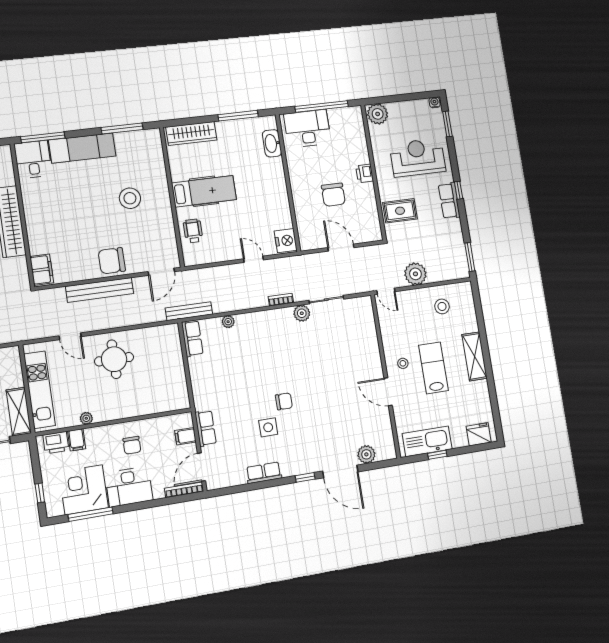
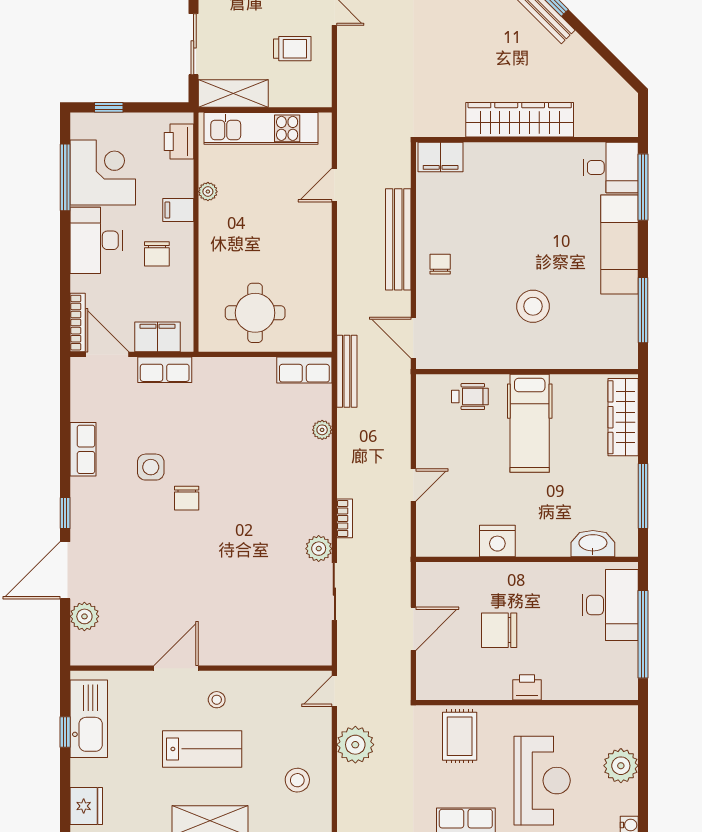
plant: (378, 114) -> (621, 766), moved
nightstand: (286, 241) -> (497, 541), moved
chair: (112, 261) -> (440, 264), width x0.54, depth x0.54
round table: (114, 359) -> (255, 313), moved
filing cabinet: (185, 436) -> (157, 337), width x2.00
filing cabinet: (77, 440) -> (178, 210), moved
chair: (132, 445) -> (157, 254), turned -90

